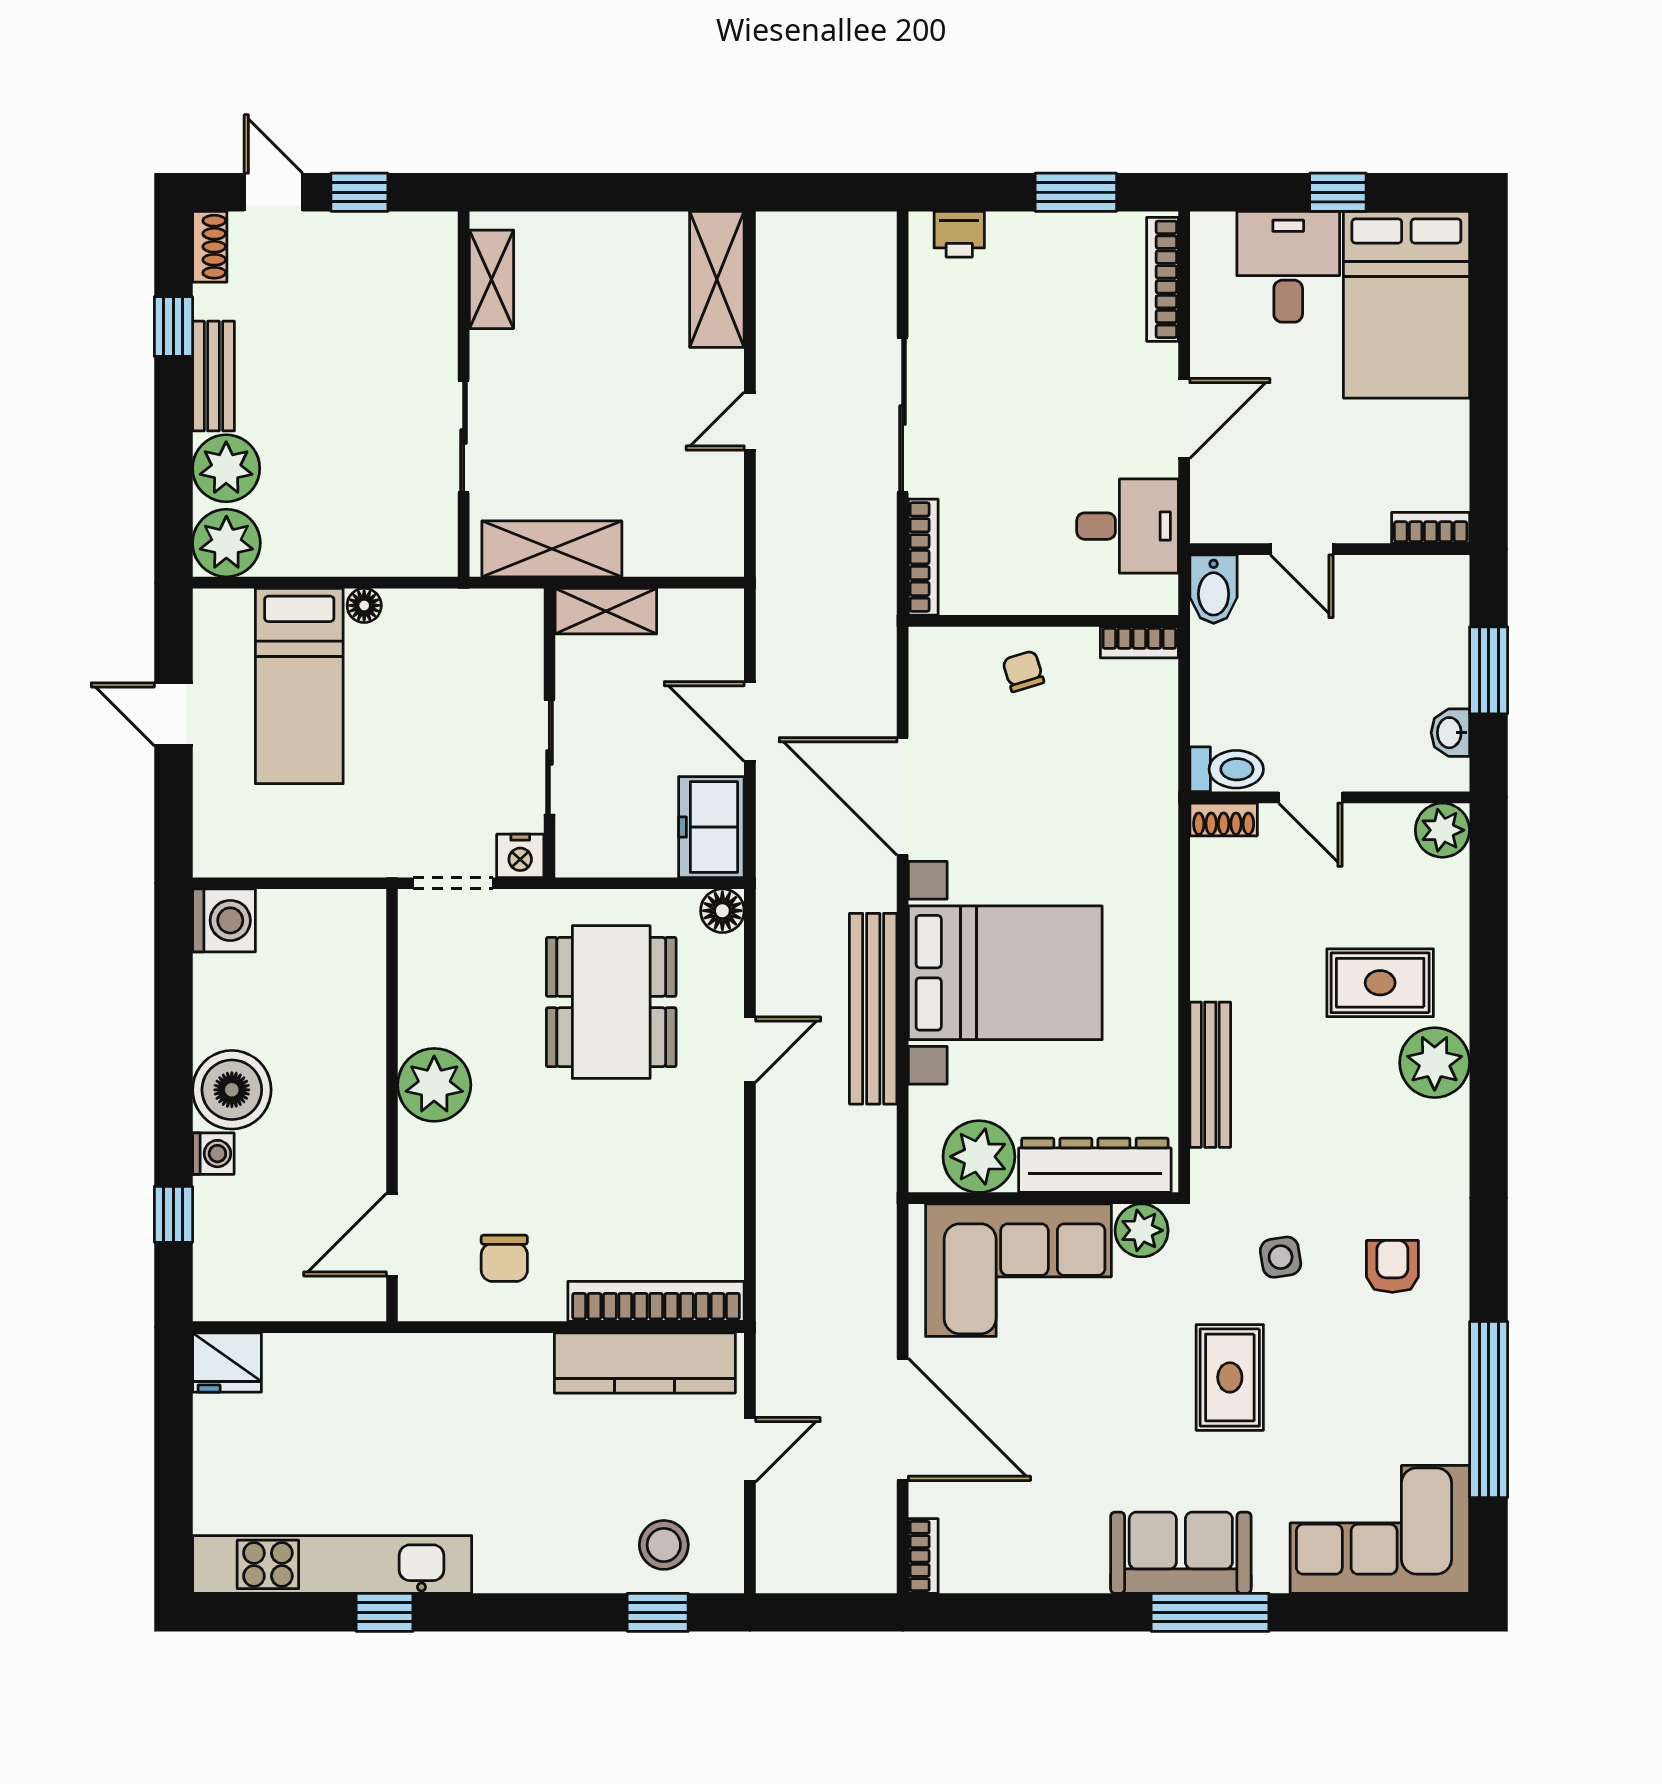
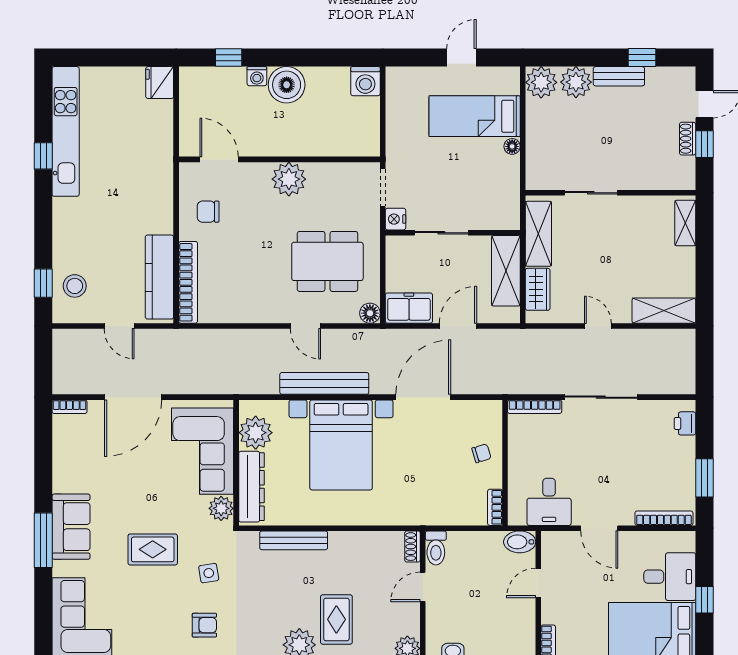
shoe rack: (210, 247) -> (688, 139), moved, turned 90
shelving: (491, 279) -> (685, 223), moved, turned 90
wardrobe: (671, 551) -> (538, 289), added
shelving: (606, 611) -> (506, 271), width x1.50, depth x1.33

